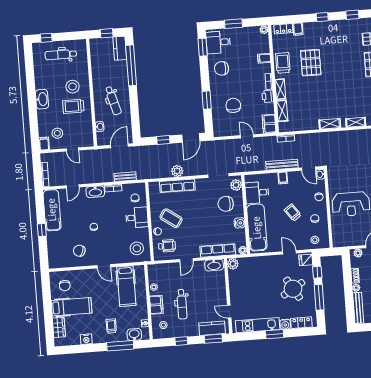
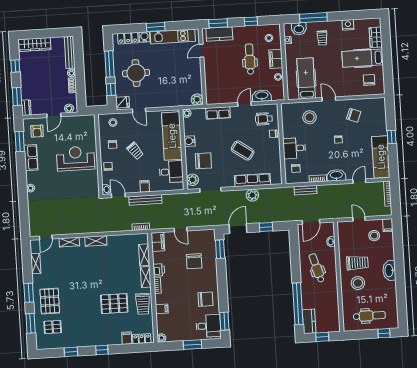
pallet: (311, 63) -> (114, 304), turned 90
window: (207, 100) -> (220, 249), moved
coffee table: (171, 218) -> (243, 151), moved
stool: (137, 248) -> (310, 117), moved
row of seats: (218, 251) -> (218, 113), width x0.68
washbasin: (214, 265) -> (262, 96), moved
round table: (293, 289) -> (136, 73), turned 31
door: (229, 312) -> (201, 51), swing flipped

